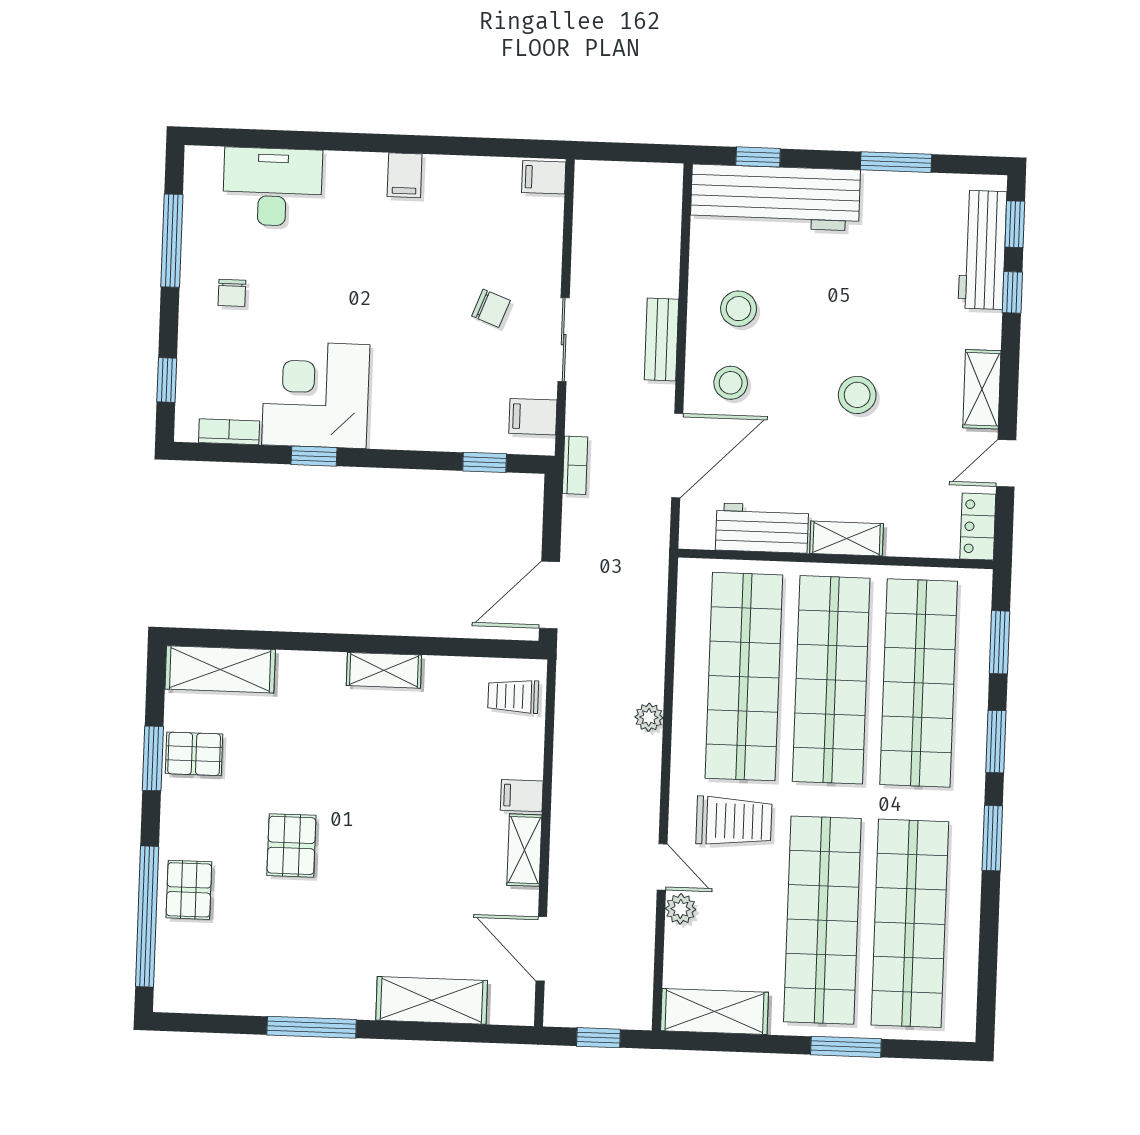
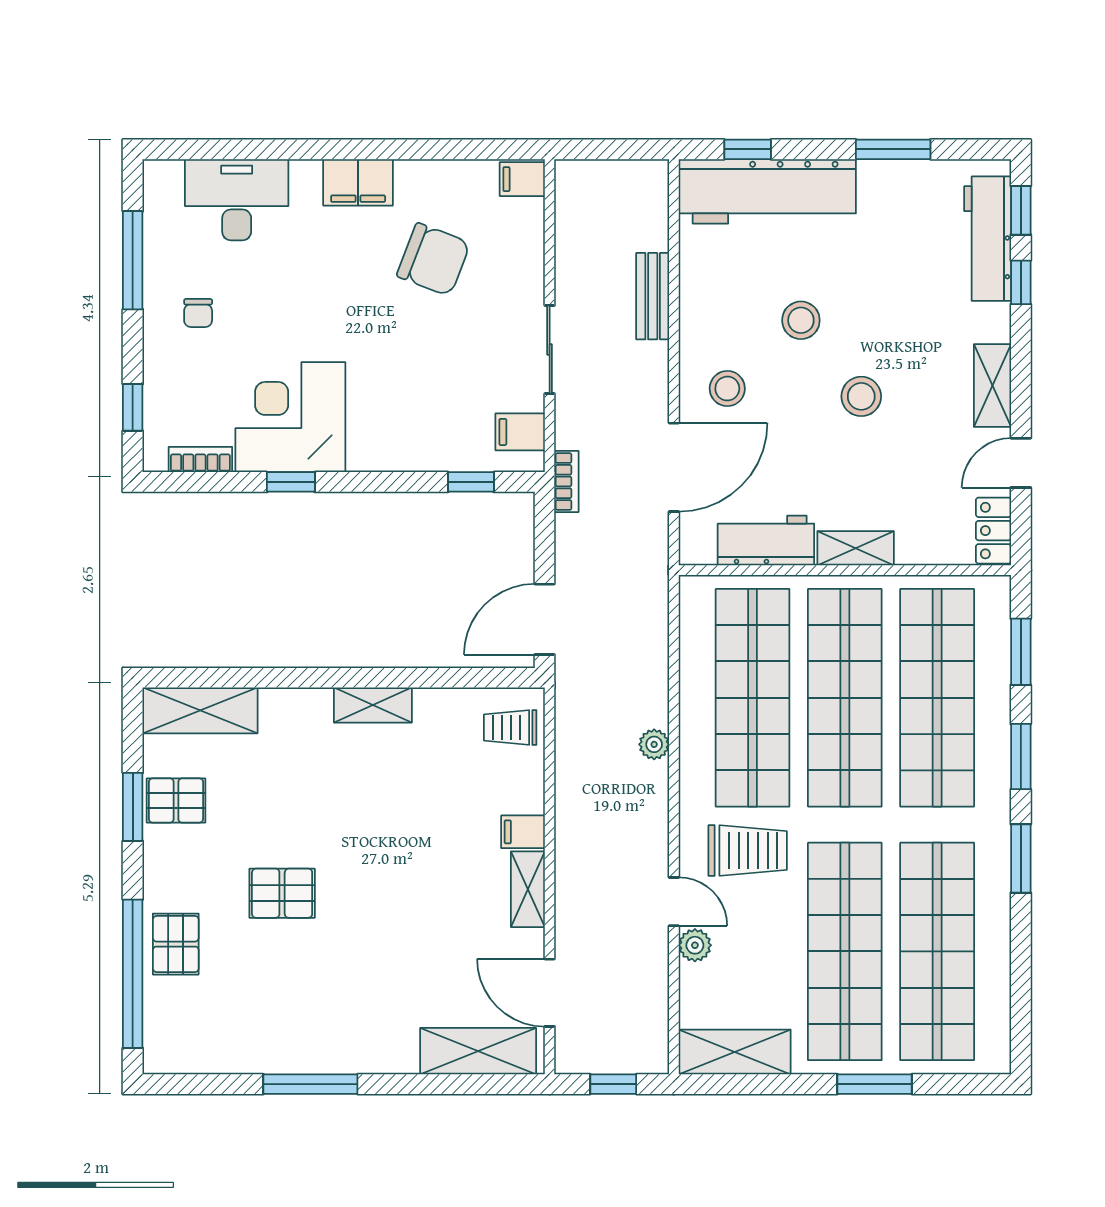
filing cabinet: (405, 175) -> (358, 182), width x2.00
chair: (491, 308) -> (433, 259), moved, width x1.87, depth x1.87
stool: (739, 309) -> (801, 320), moved
bench: (661, 339) -> (653, 296), moved
pallet: (291, 845) -> (282, 893), turned 90
shelving: (432, 1000) -> (478, 1051), moved

